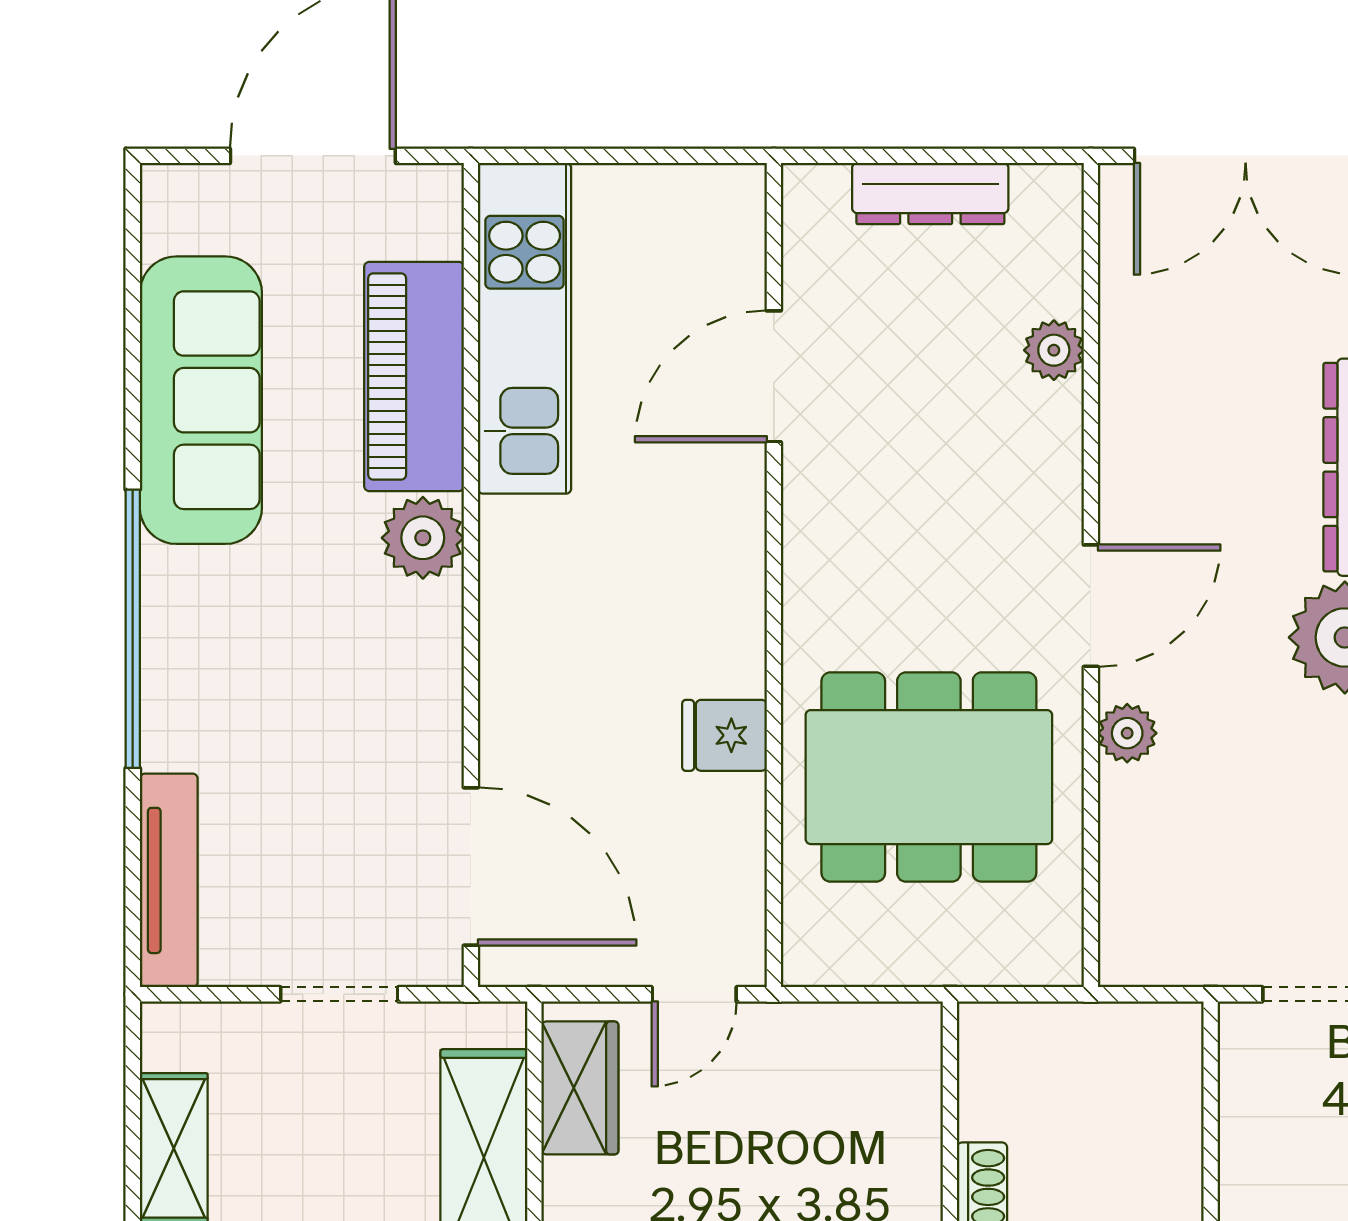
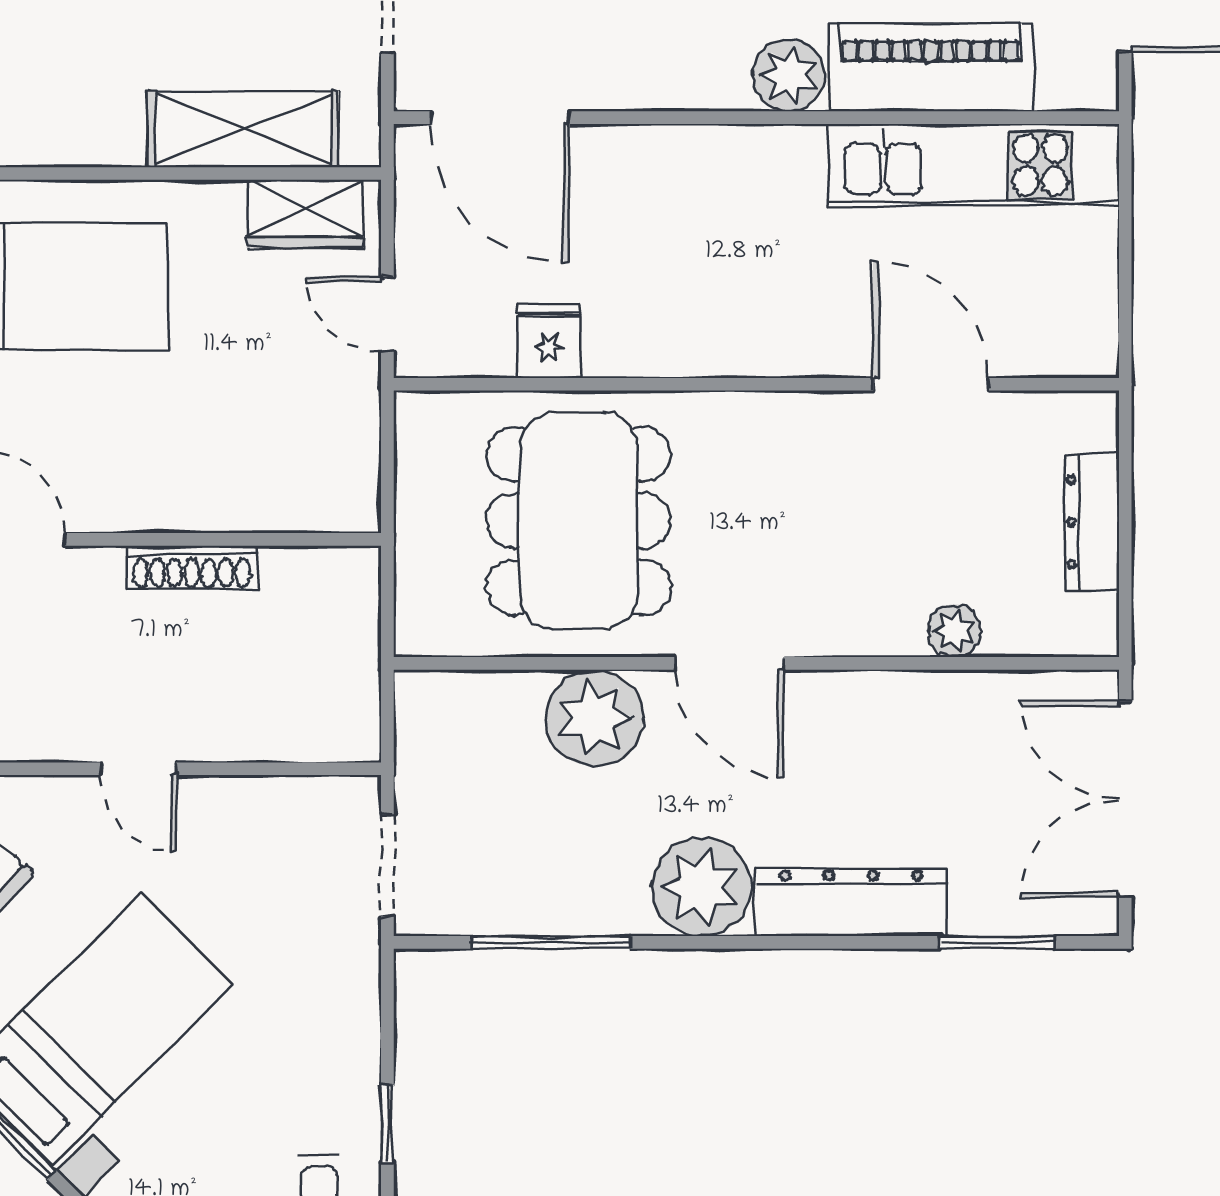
plant: (1127, 733) -> (595, 718), width x1.88, depth x1.88
fridge: (725, 735) -> (549, 341), moved
door: (471, 866) -> (500, 118), hinge flipped

